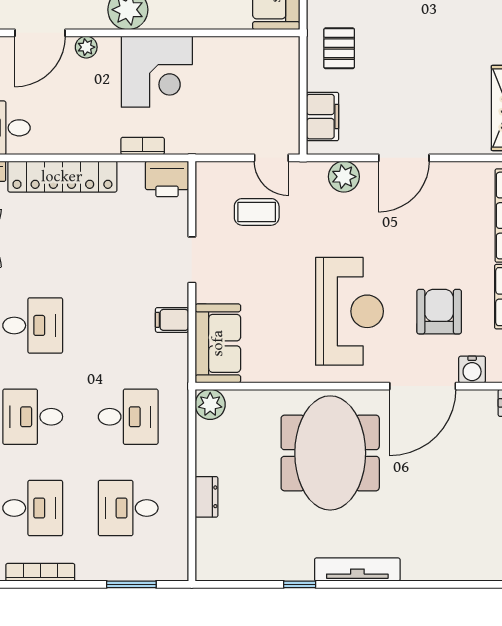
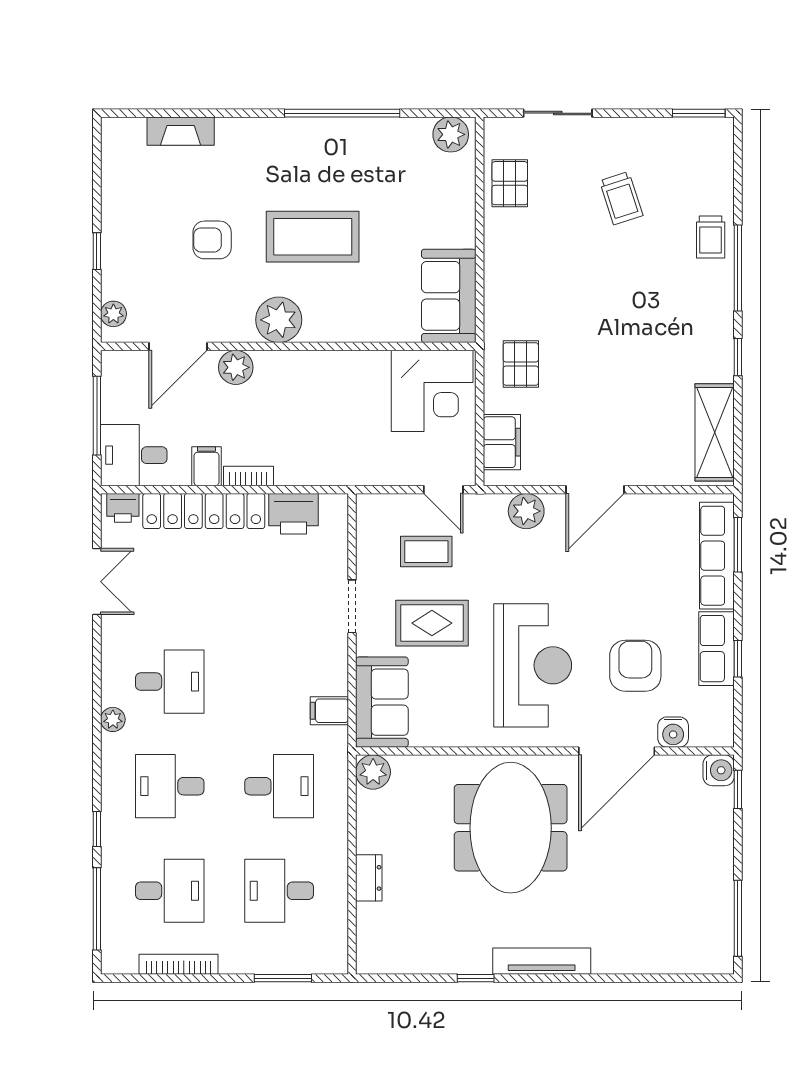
plant: (86, 47) -> (236, 367), width x1.38, depth x1.38
corner desk: (157, 72) -> (432, 391), moved
filing cabinet: (65, 138) -> (206, 466), added
bookcase: (143, 146) -> (248, 476), moved
printer: (167, 179) -> (293, 514), moved
rug: (262, 274) -> (432, 623), added
filing cabinet: (172, 320) -> (329, 711), moved

